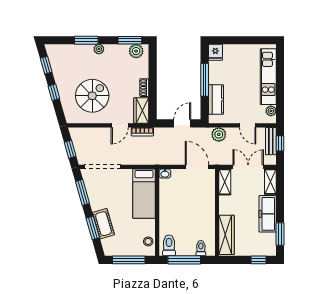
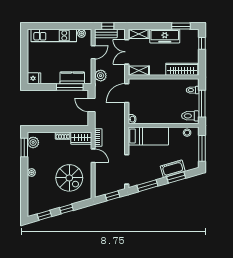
window: (86, 40) -> (24, 183), removed
window: (205, 80) -> (70, 87), moved
spiral stairs: (92, 96) -> (69, 178), turned 180

